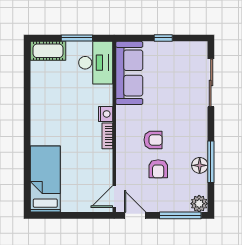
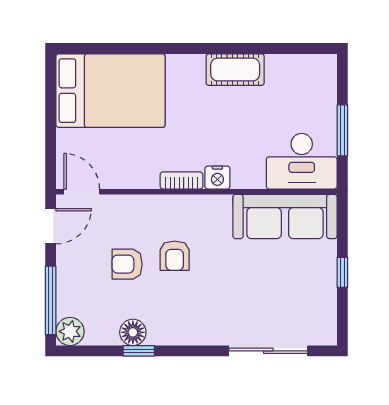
cot: (48, 51) -> (235, 70), moved, turned 90
window: (211, 162) -> (139, 351), width x0.46
bed: (45, 179) -> (111, 91), width x1.50

